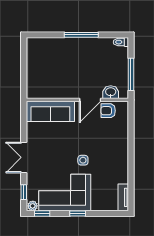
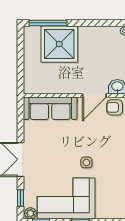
window: (81, 35) -> (48, 23), moved
shower: (59, 54) -> (59, 44), added

